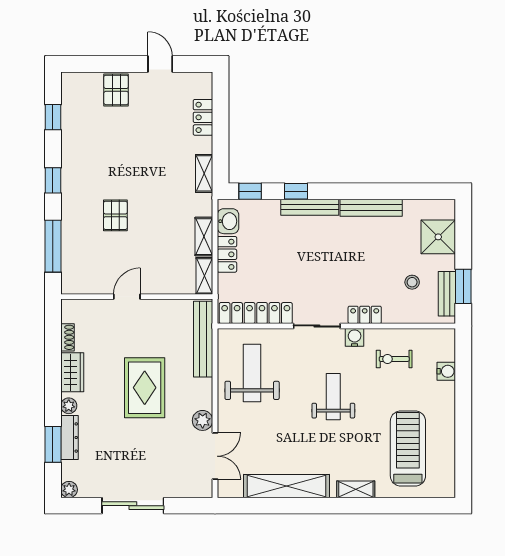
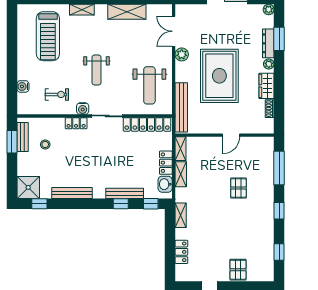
window: (421, 191) -> (39, 204), added
bench: (310, 207) -> (125, 193), moved
shower: (438, 237) -> (28, 187), moved
rug: (145, 388) -> (219, 76), width x1.37, depth x1.44
shelving: (287, 486) -> (127, 12), width x0.68

